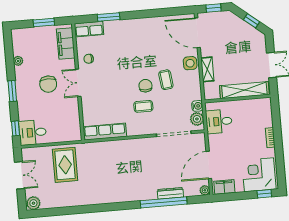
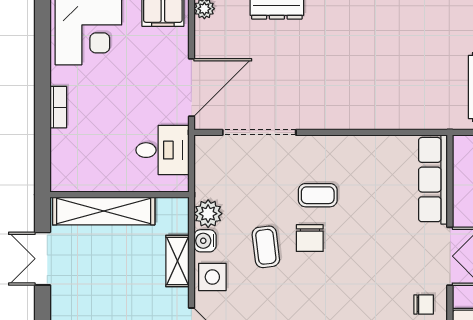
water cooler: (197, 106) -> (205, 241), moved
plant: (197, 119) -> (208, 214), moved
row of seats: (105, 132) -> (433, 180), moved, turned 90
door: (209, 165) -> (191, 88), moved

